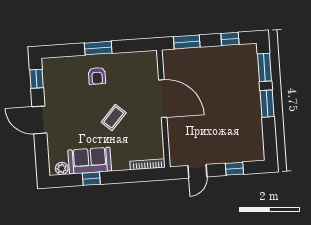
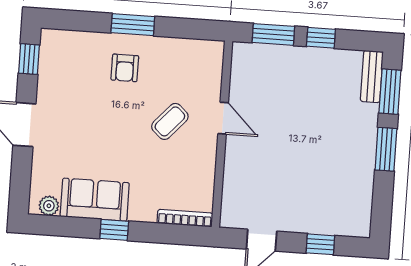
window: (230, 39) -> (321, 38), moved
bench: (252, 60) -> (372, 76), added
door: (163, 99) -> (223, 118), width x0.53
coffee table: (114, 117) -> (170, 121), moved
window: (91, 179) -> (114, 230), moved

